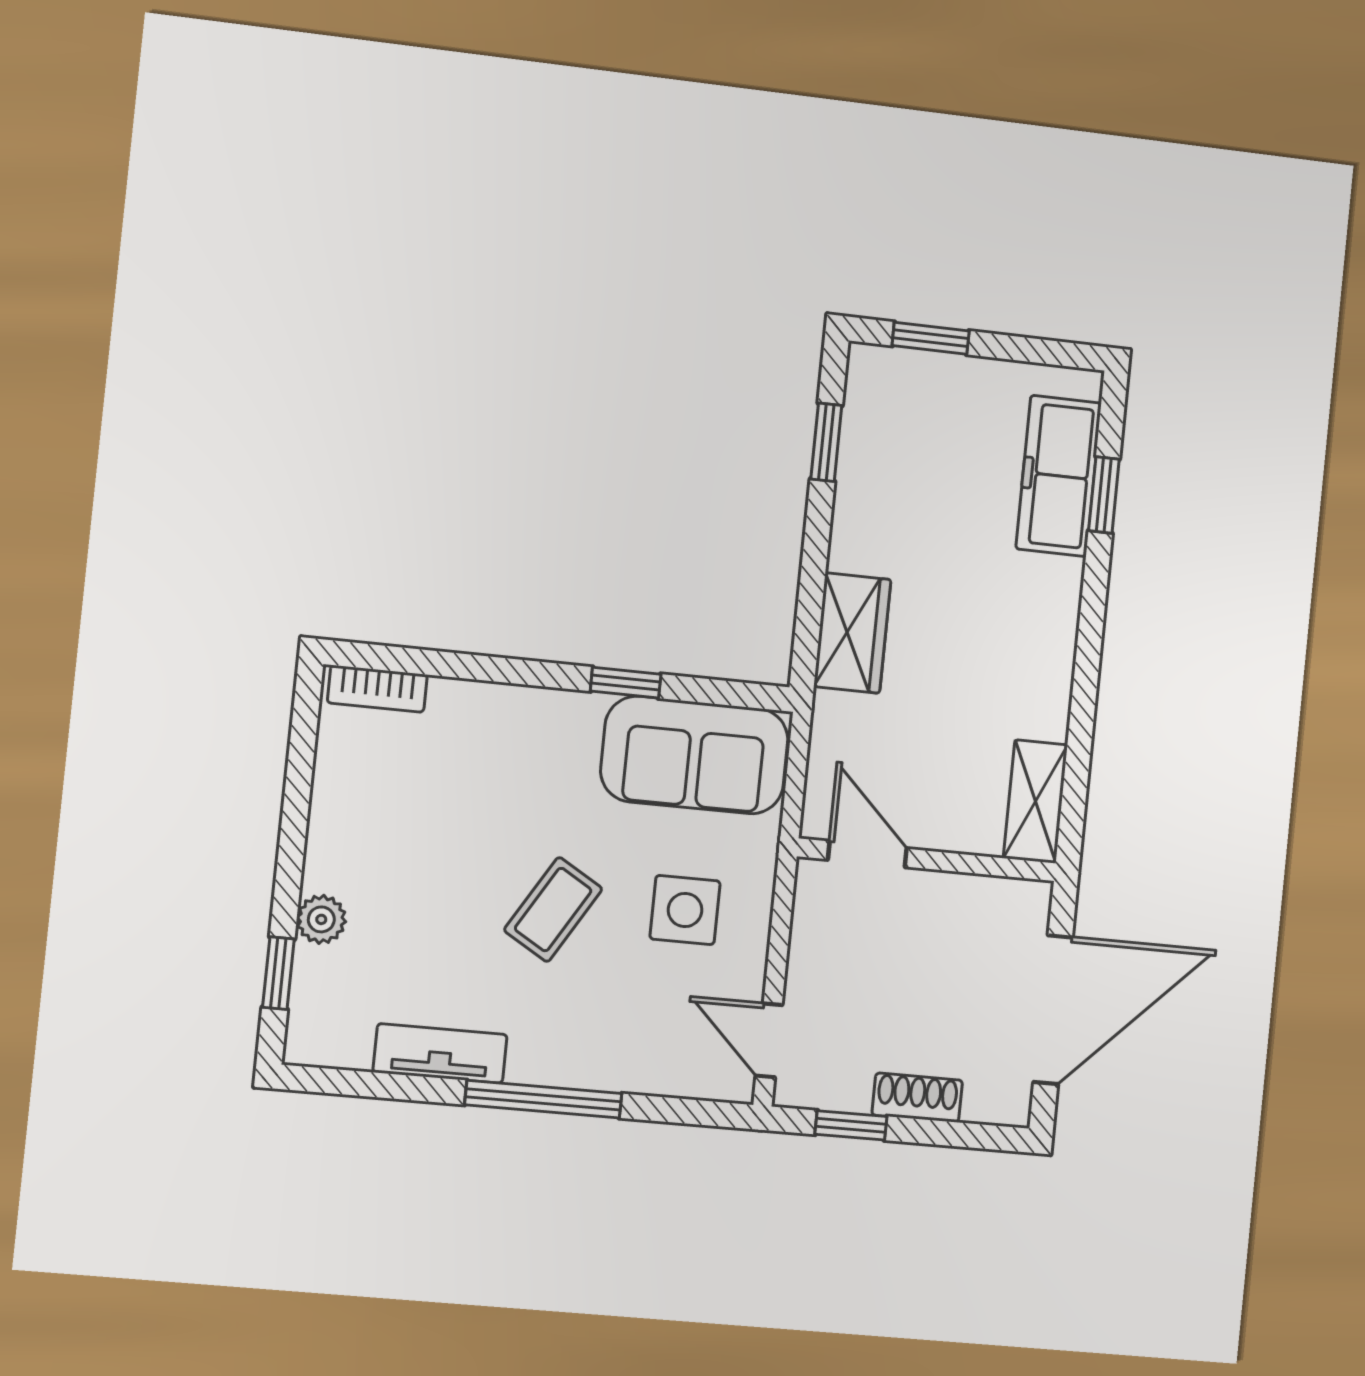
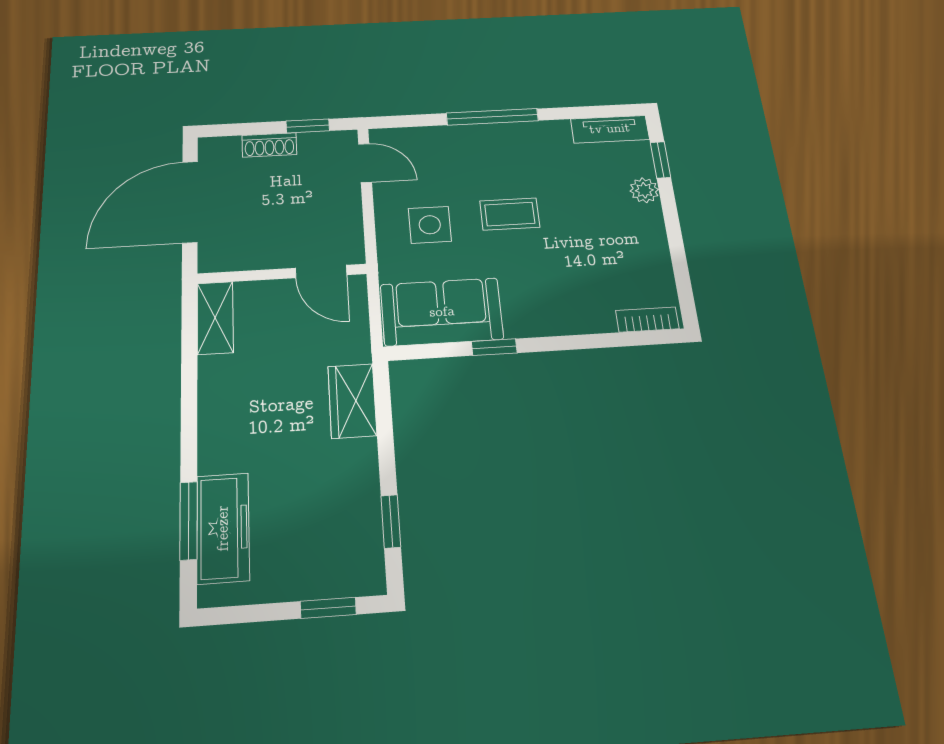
window: (1104, 495) -> (189, 521), width x1.50
coffee table: (553, 909) -> (510, 214), turned 59
tv unit: (440, 1053) -> (610, 129), moved

